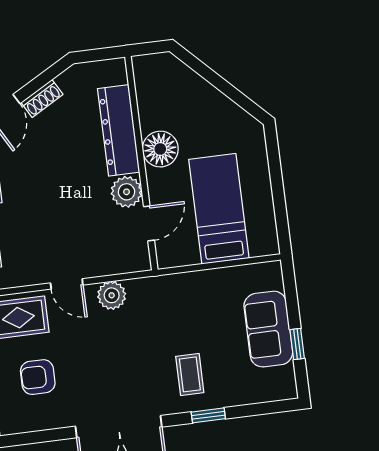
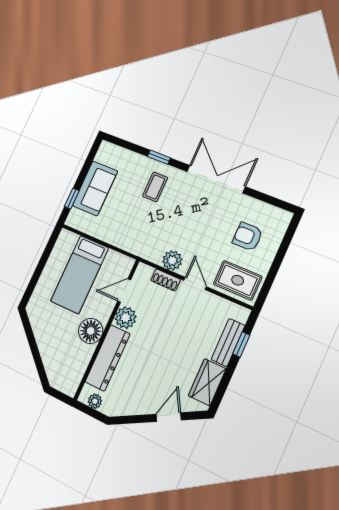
plant: (102, 70) -> (95, 401), added
shoe rack: (42, 98) -> (166, 280), moved, turned -151
window: (297, 344) -> (72, 199), moved
armchair: (38, 377) -> (248, 237), turned 180

